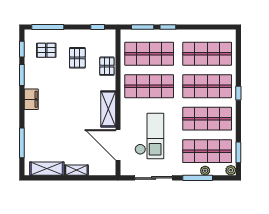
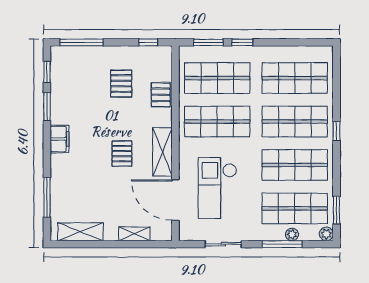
pallet: (46, 50) -> (122, 154), moved, turned 90
checkout: (149, 136) -> (217, 188), turned 180
shelving: (76, 170) -> (134, 234), moved
sliding door: (154, 178) -> (223, 244), width x0.73

